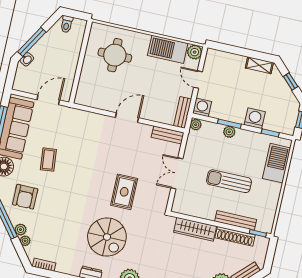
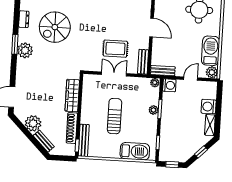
washing machine: (255, 118) -> (209, 107), moved, turned 180
rug: (124, 192) -> (115, 49), moved
bench: (236, 220) -> (84, 140), moved

